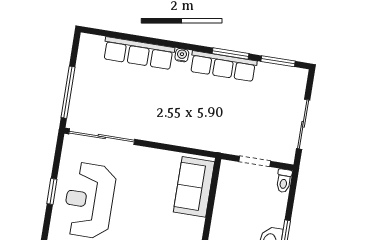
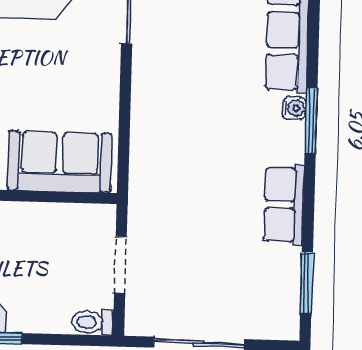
window: (230, 54) -> (311, 121), moved
row of seats: (223, 66) -> (284, 205), width x0.68

